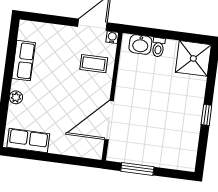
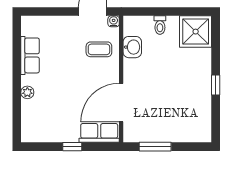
washbasin: (140, 45) -> (132, 47), moved, turned -90
row of seats: (28, 140) -> (99, 133), moved
window: (54, 158) -> (72, 147), added

